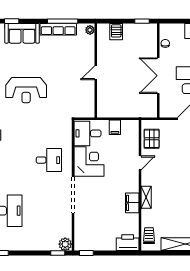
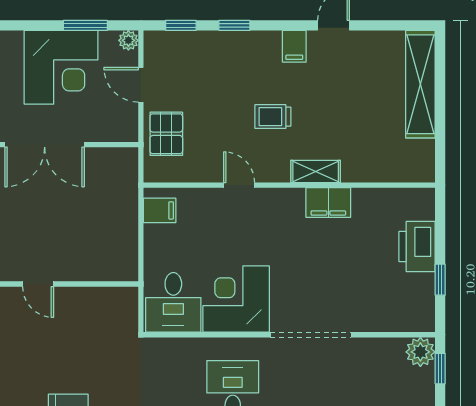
filing cabinet: (115, 127) -> (160, 210), moved
pallet: (152, 139) -> (166, 134), moved, turned 90
trolley: (149, 236) -> (273, 117), moved
printer: (128, 243) -> (417, 246), moved
window: (86, 253) -> (440, 280), moved

